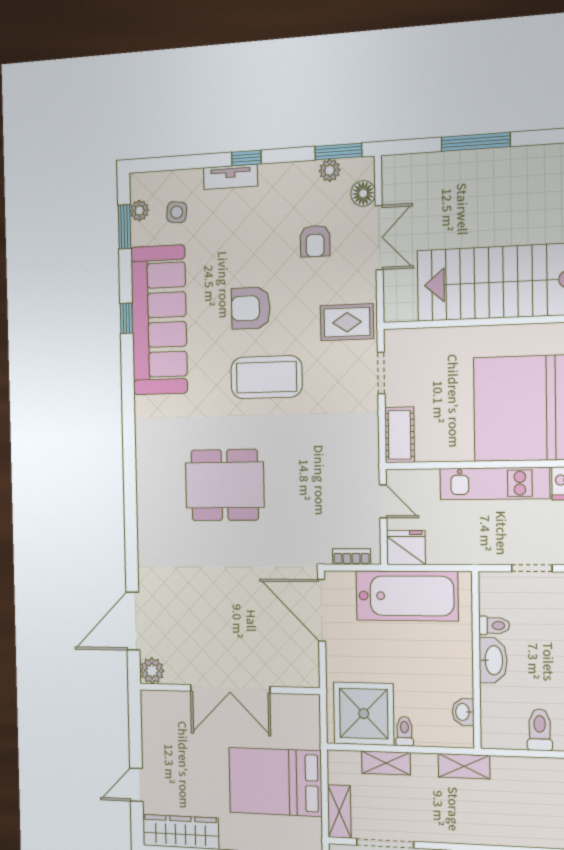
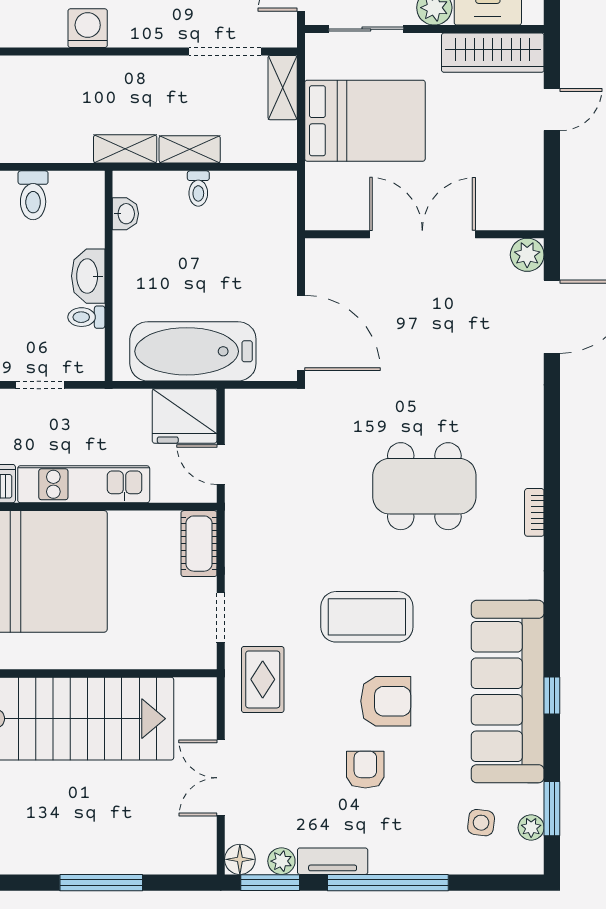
window: (246, 158) -> (388, 883), width x3.17
tv unit: (230, 177) -> (333, 861), moved
floor lamp: (363, 193) -> (240, 859), moved
armchair: (315, 241) -> (365, 770), moved
rug: (347, 322) -> (263, 679), turned 90
fridge: (406, 548) -> (185, 416), width x1.36, depth x1.34
bookcase: (352, 557) -> (534, 512), moved, turned 90
shower: (364, 714) -> (249, 208), removed
shelving: (386, 763) -> (190, 149), moved

